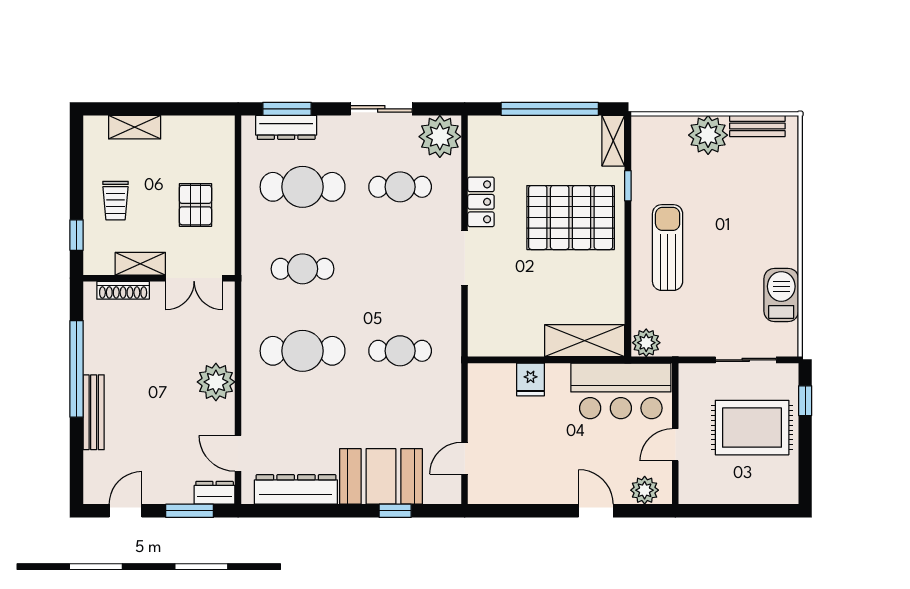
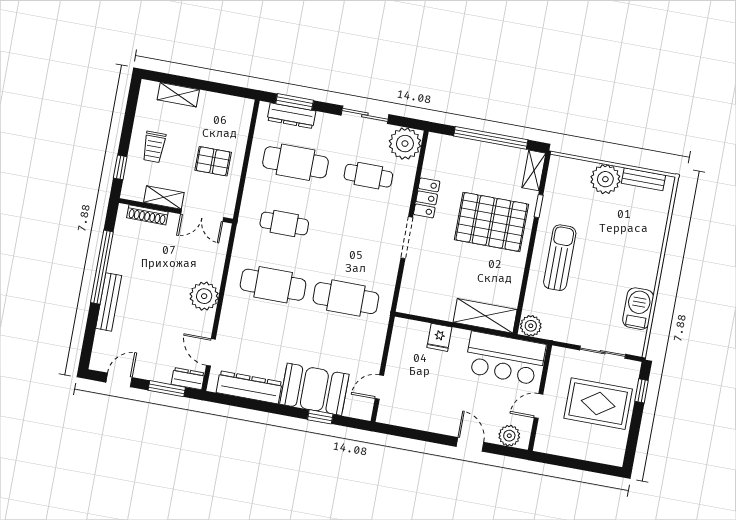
pallet: (195, 205) -> (213, 161), turned 90
cafe table: (400, 351) -> (346, 298), width x1.37, depth x1.35

